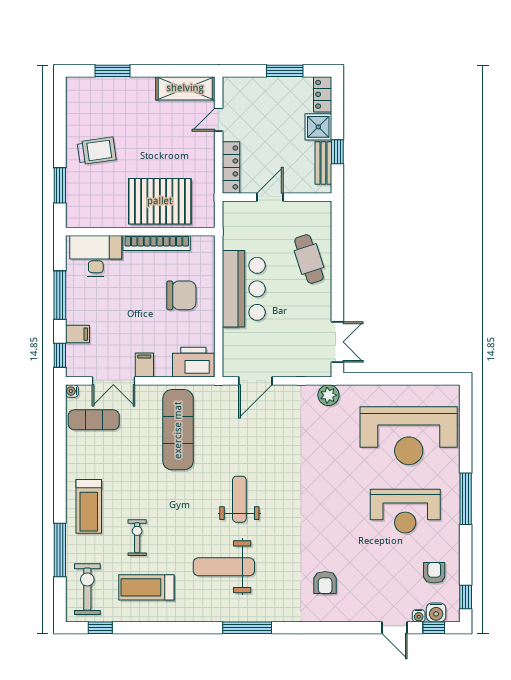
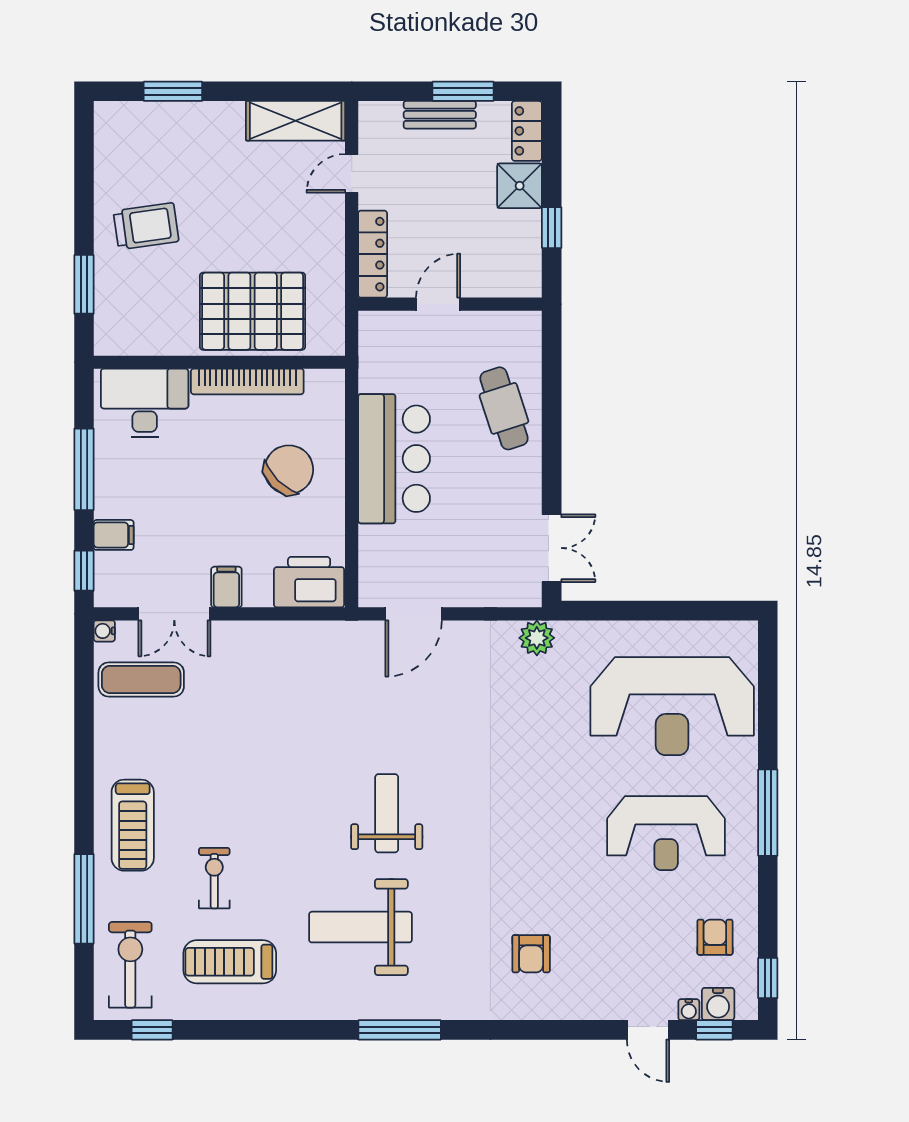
bench: (323, 163) -> (440, 115), moved, turned 90
chair: (181, 295) -> (289, 470), turned -45
exercise mat: (178, 430) -> (283, 696), removed

